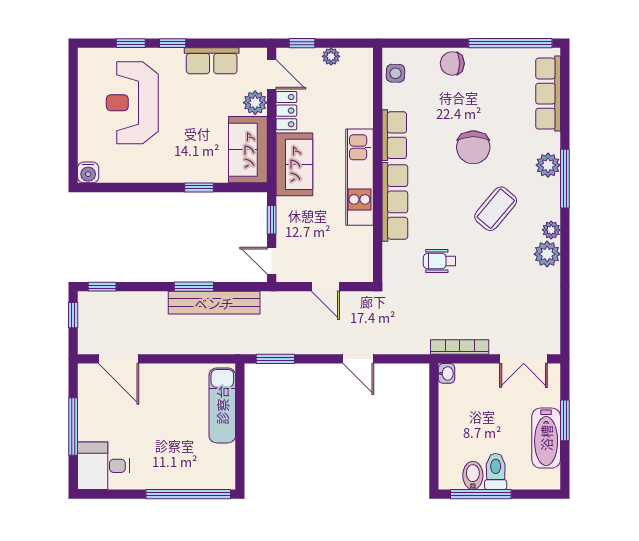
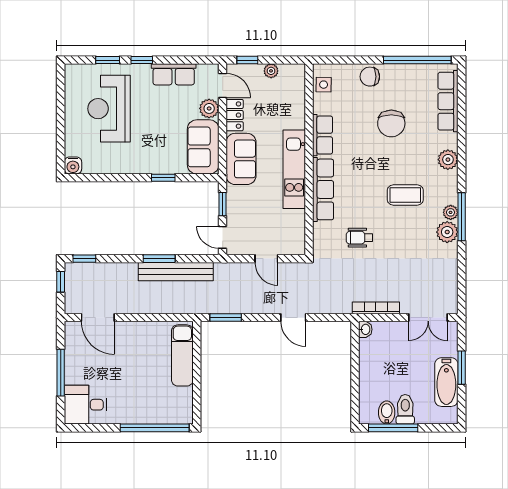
chair: (473, 147) -> (391, 123), moved
window: (565, 179) -> (462, 217), moved
coffee table: (496, 209) -> (405, 195), turned 50

